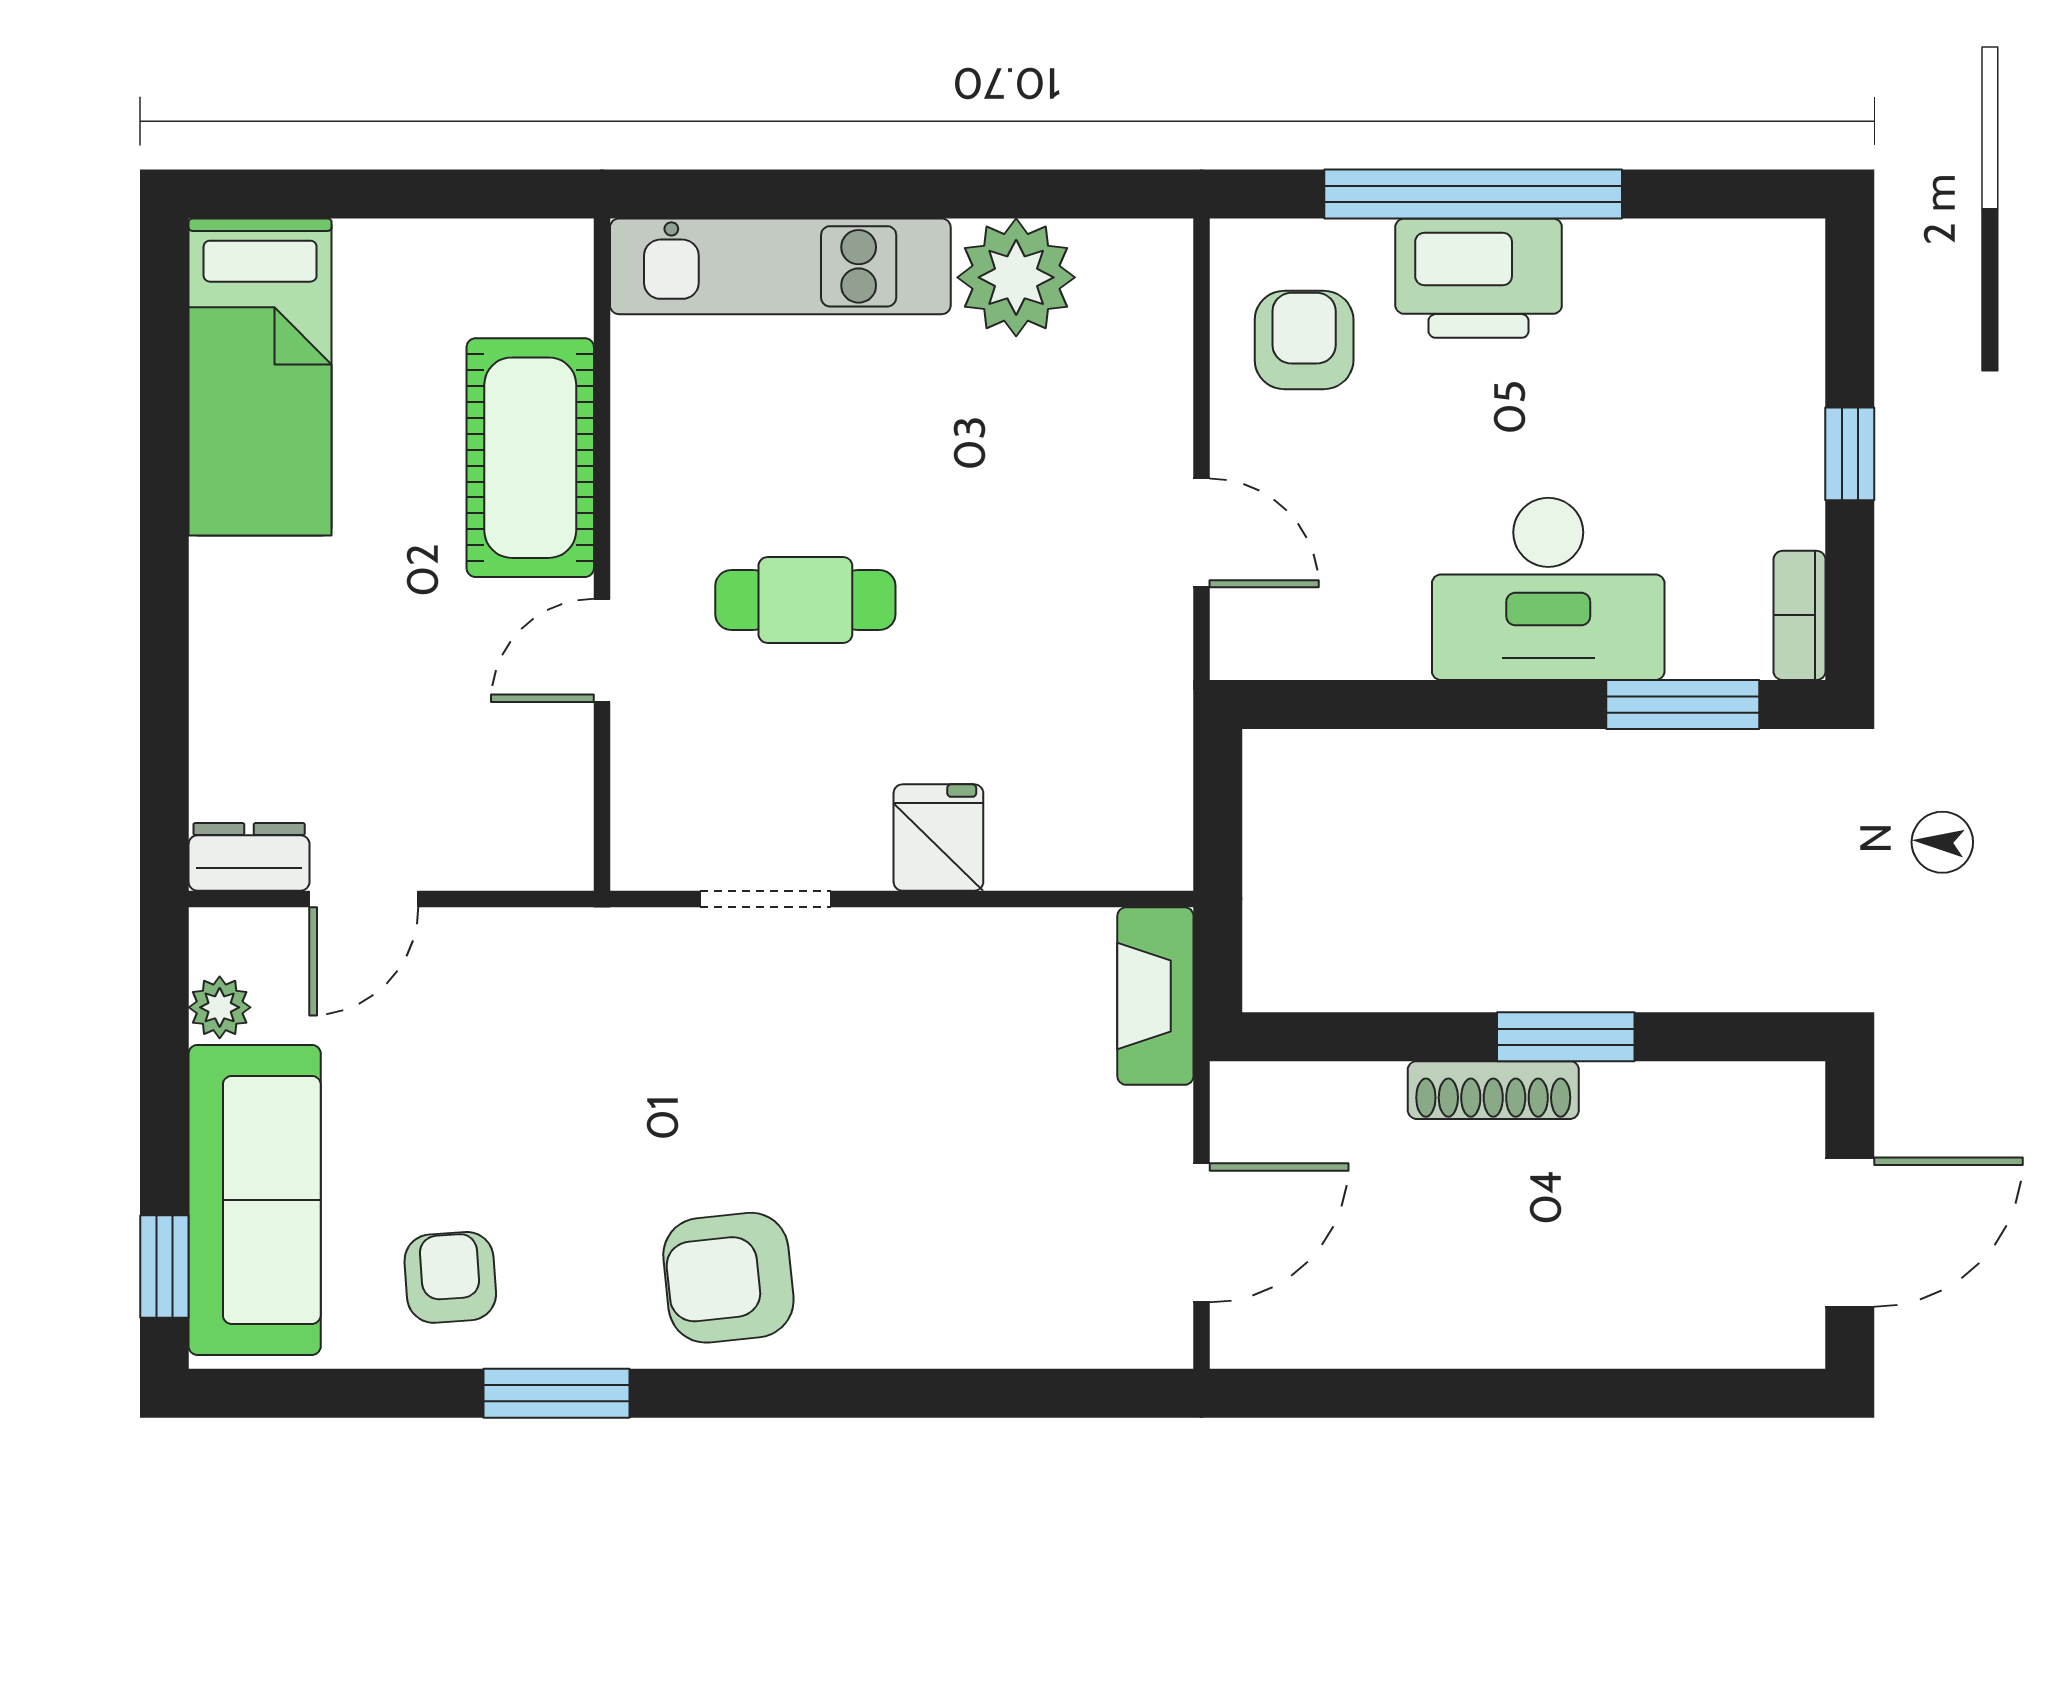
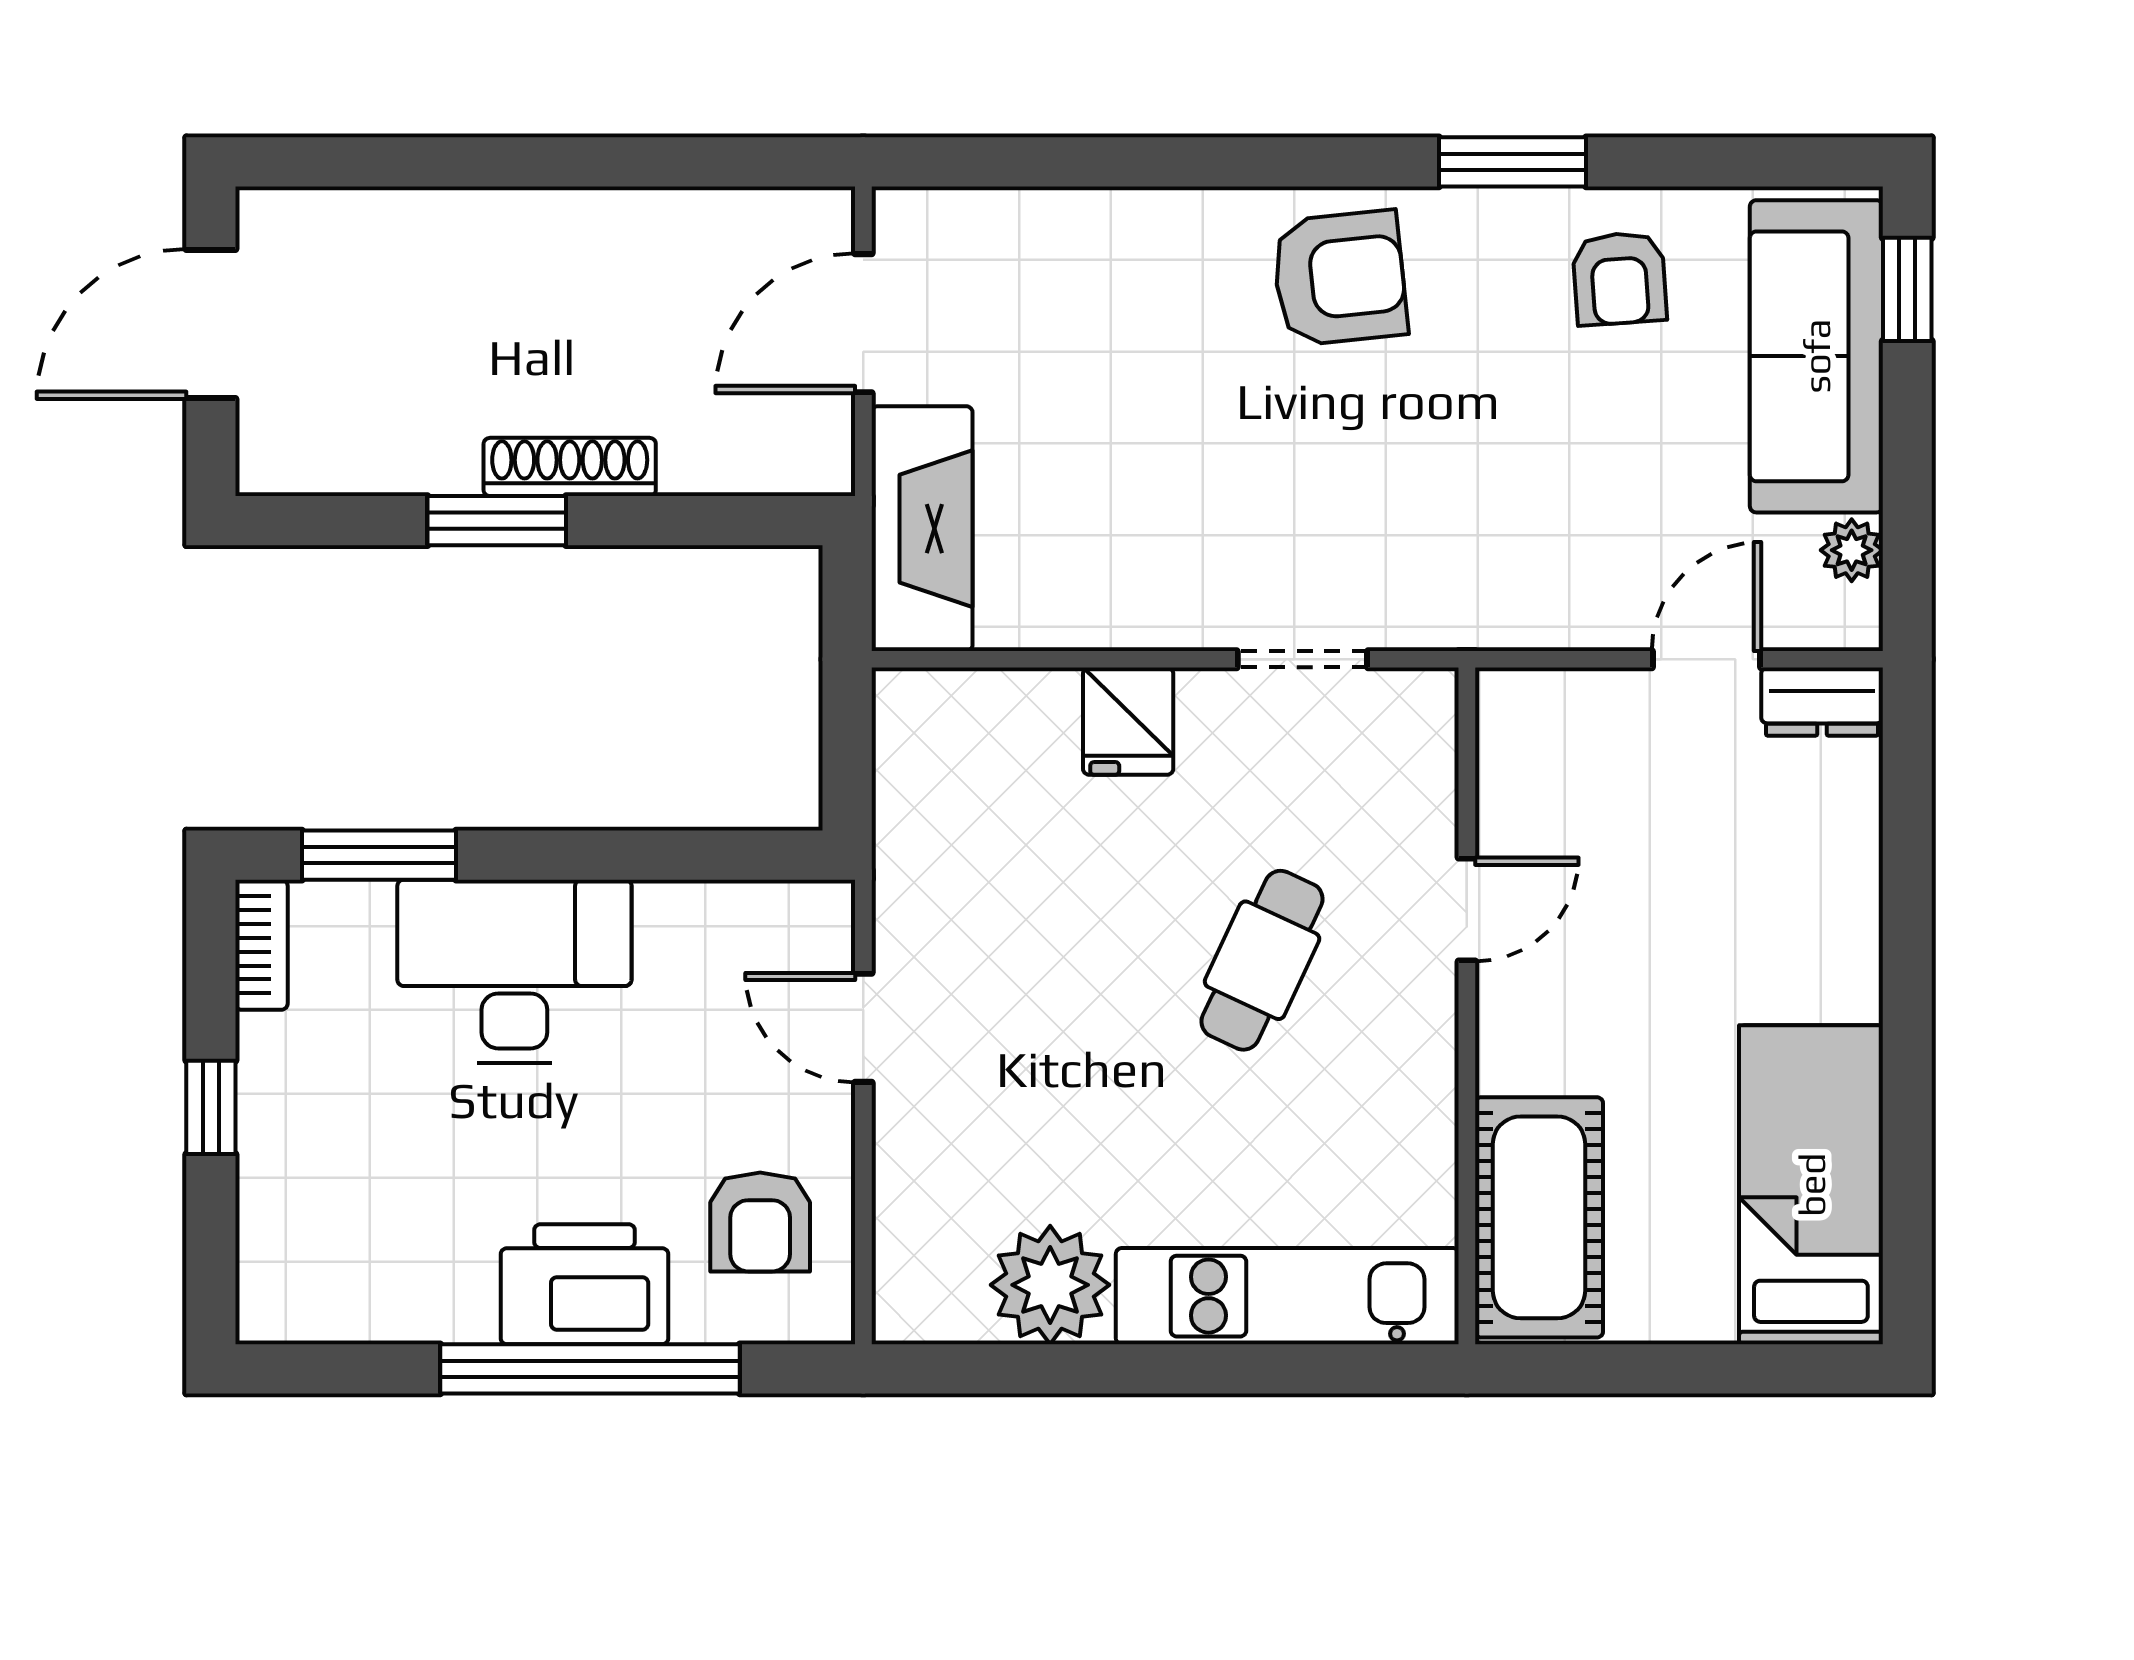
cot: (530, 458) -> (1539, 1217), moved
cafe table: (805, 600) -> (1262, 960), turned -65
fireplace: (1155, 996) -> (922, 529), width x1.37, depth x1.32

